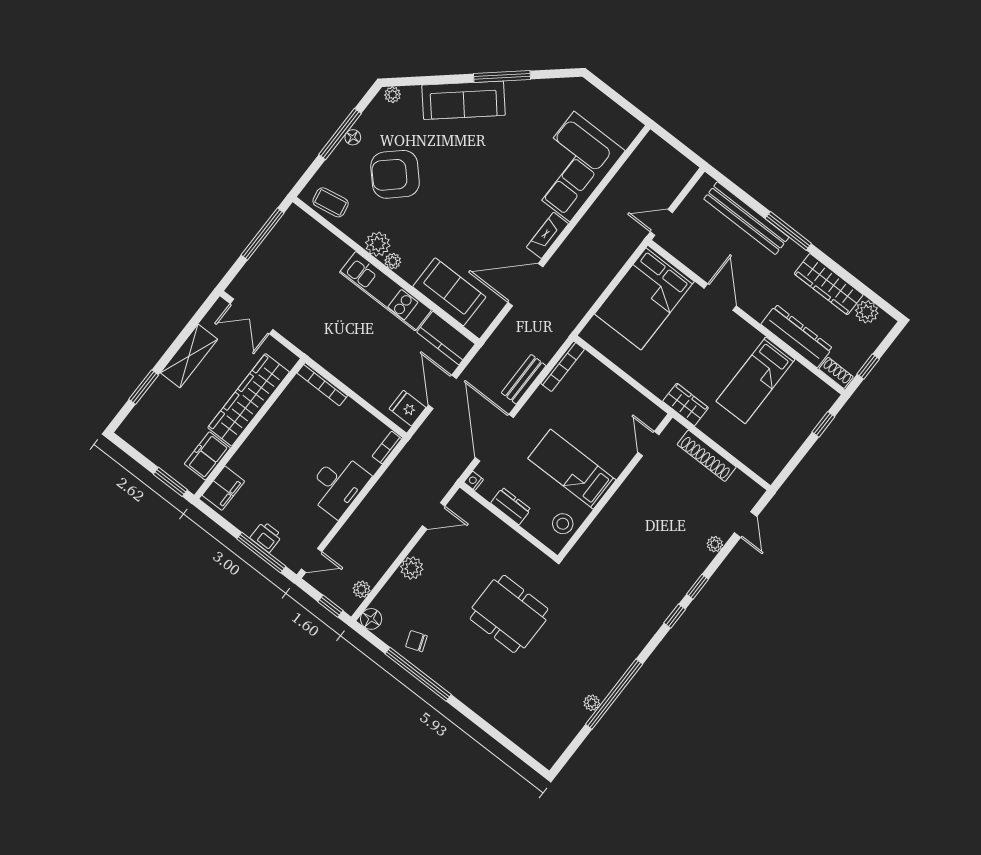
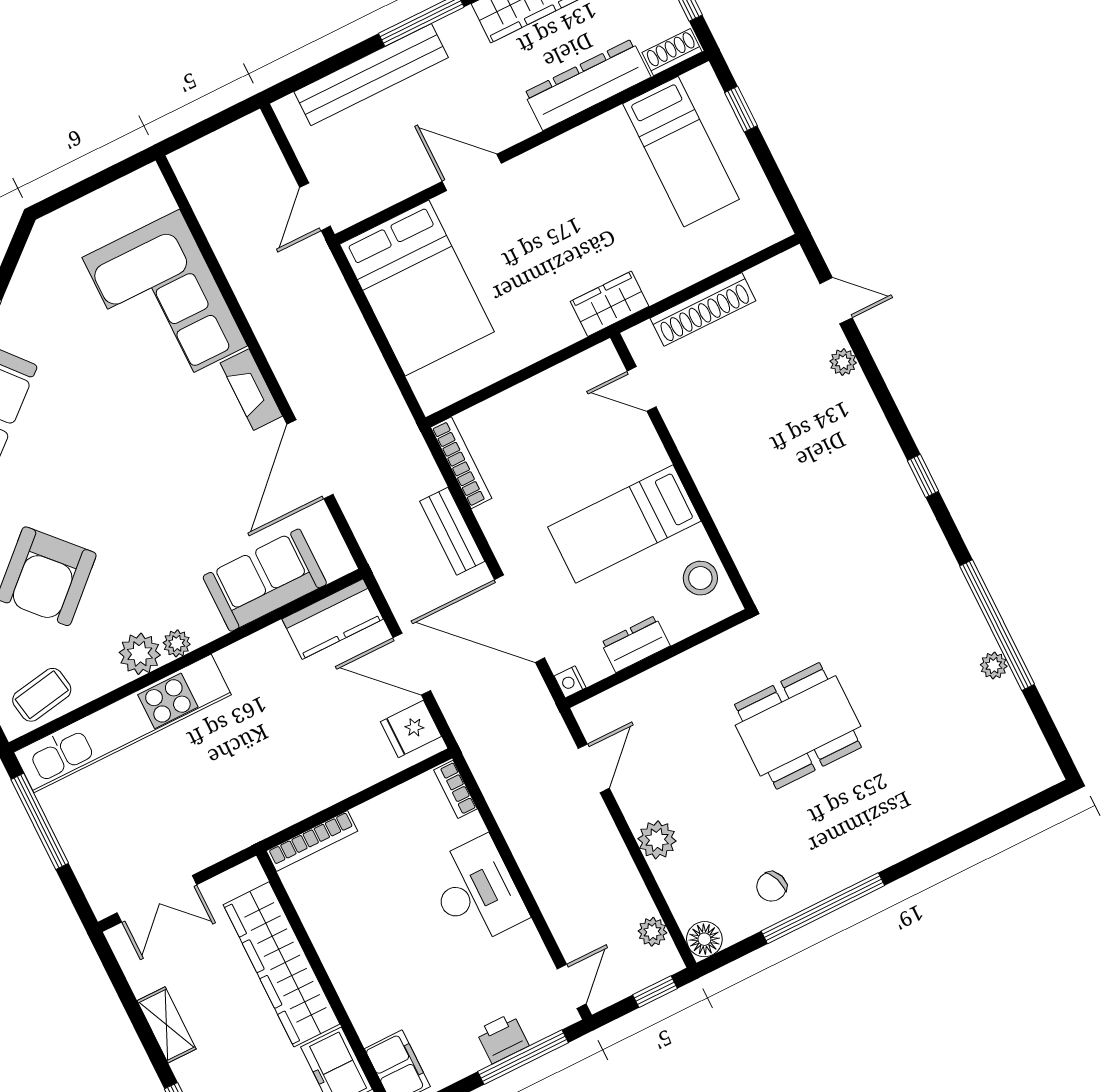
kitchen unit: (385, 291) -> (122, 723), moved, width x1.36
shelving: (189, 356) -> (166, 1025), width x0.67, depth x0.75
bed: (756, 380) -> (681, 152), moved
window: (697, 587) -> (895, 420), removed

